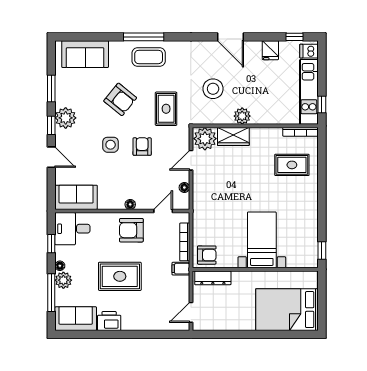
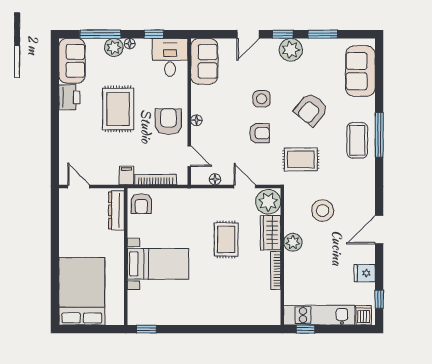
bookcase: (300, 132) -> (276, 270), moved
rug: (292, 165) -> (226, 239), moved

